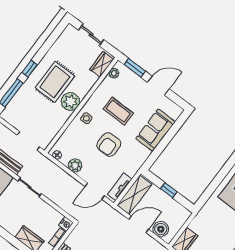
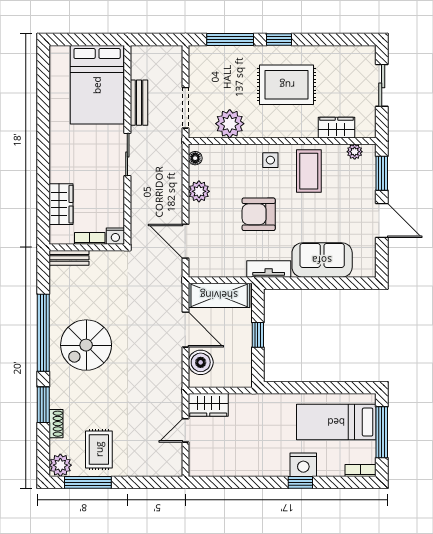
wardrobe: (102, 64) -> (336, 128), moved
plant: (70, 102) -> (230, 124), moved
coffee table: (118, 111) -> (309, 171), moved
tv unit: (120, 187) -> (269, 269), moved

